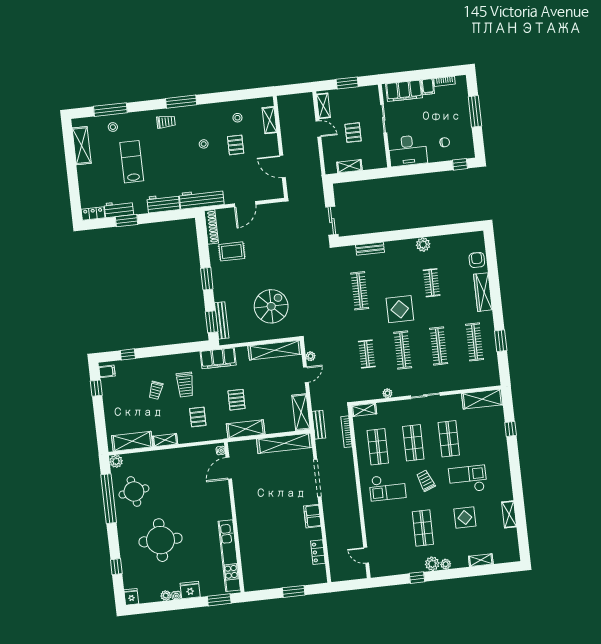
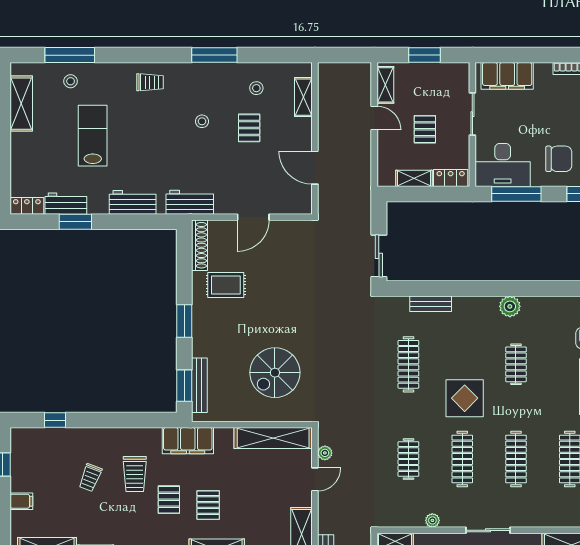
filing cabinet: (428, 87) -> (543, 74), removed
window: (181, 102) -> (214, 55), moved
chair: (445, 142) -> (559, 159), width x1.87, depth x1.87
locker: (374, 163) -> (451, 178), added
window: (419, 169) -> (516, 194), added
workbench: (202, 199) -> (190, 202), width x0.73
spiral stairs: (271, 306) -> (275, 373), turned 180
filing cabinet: (107, 371) -> (21, 501), moved
pallet: (198, 417) -> (169, 500), moved

